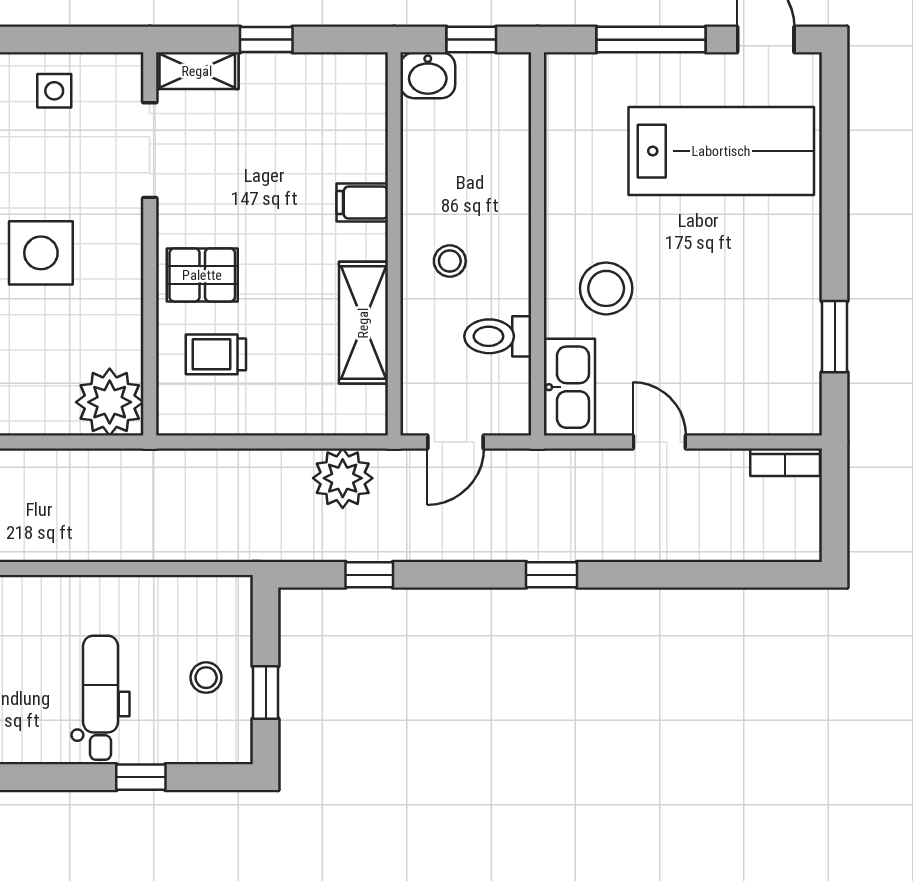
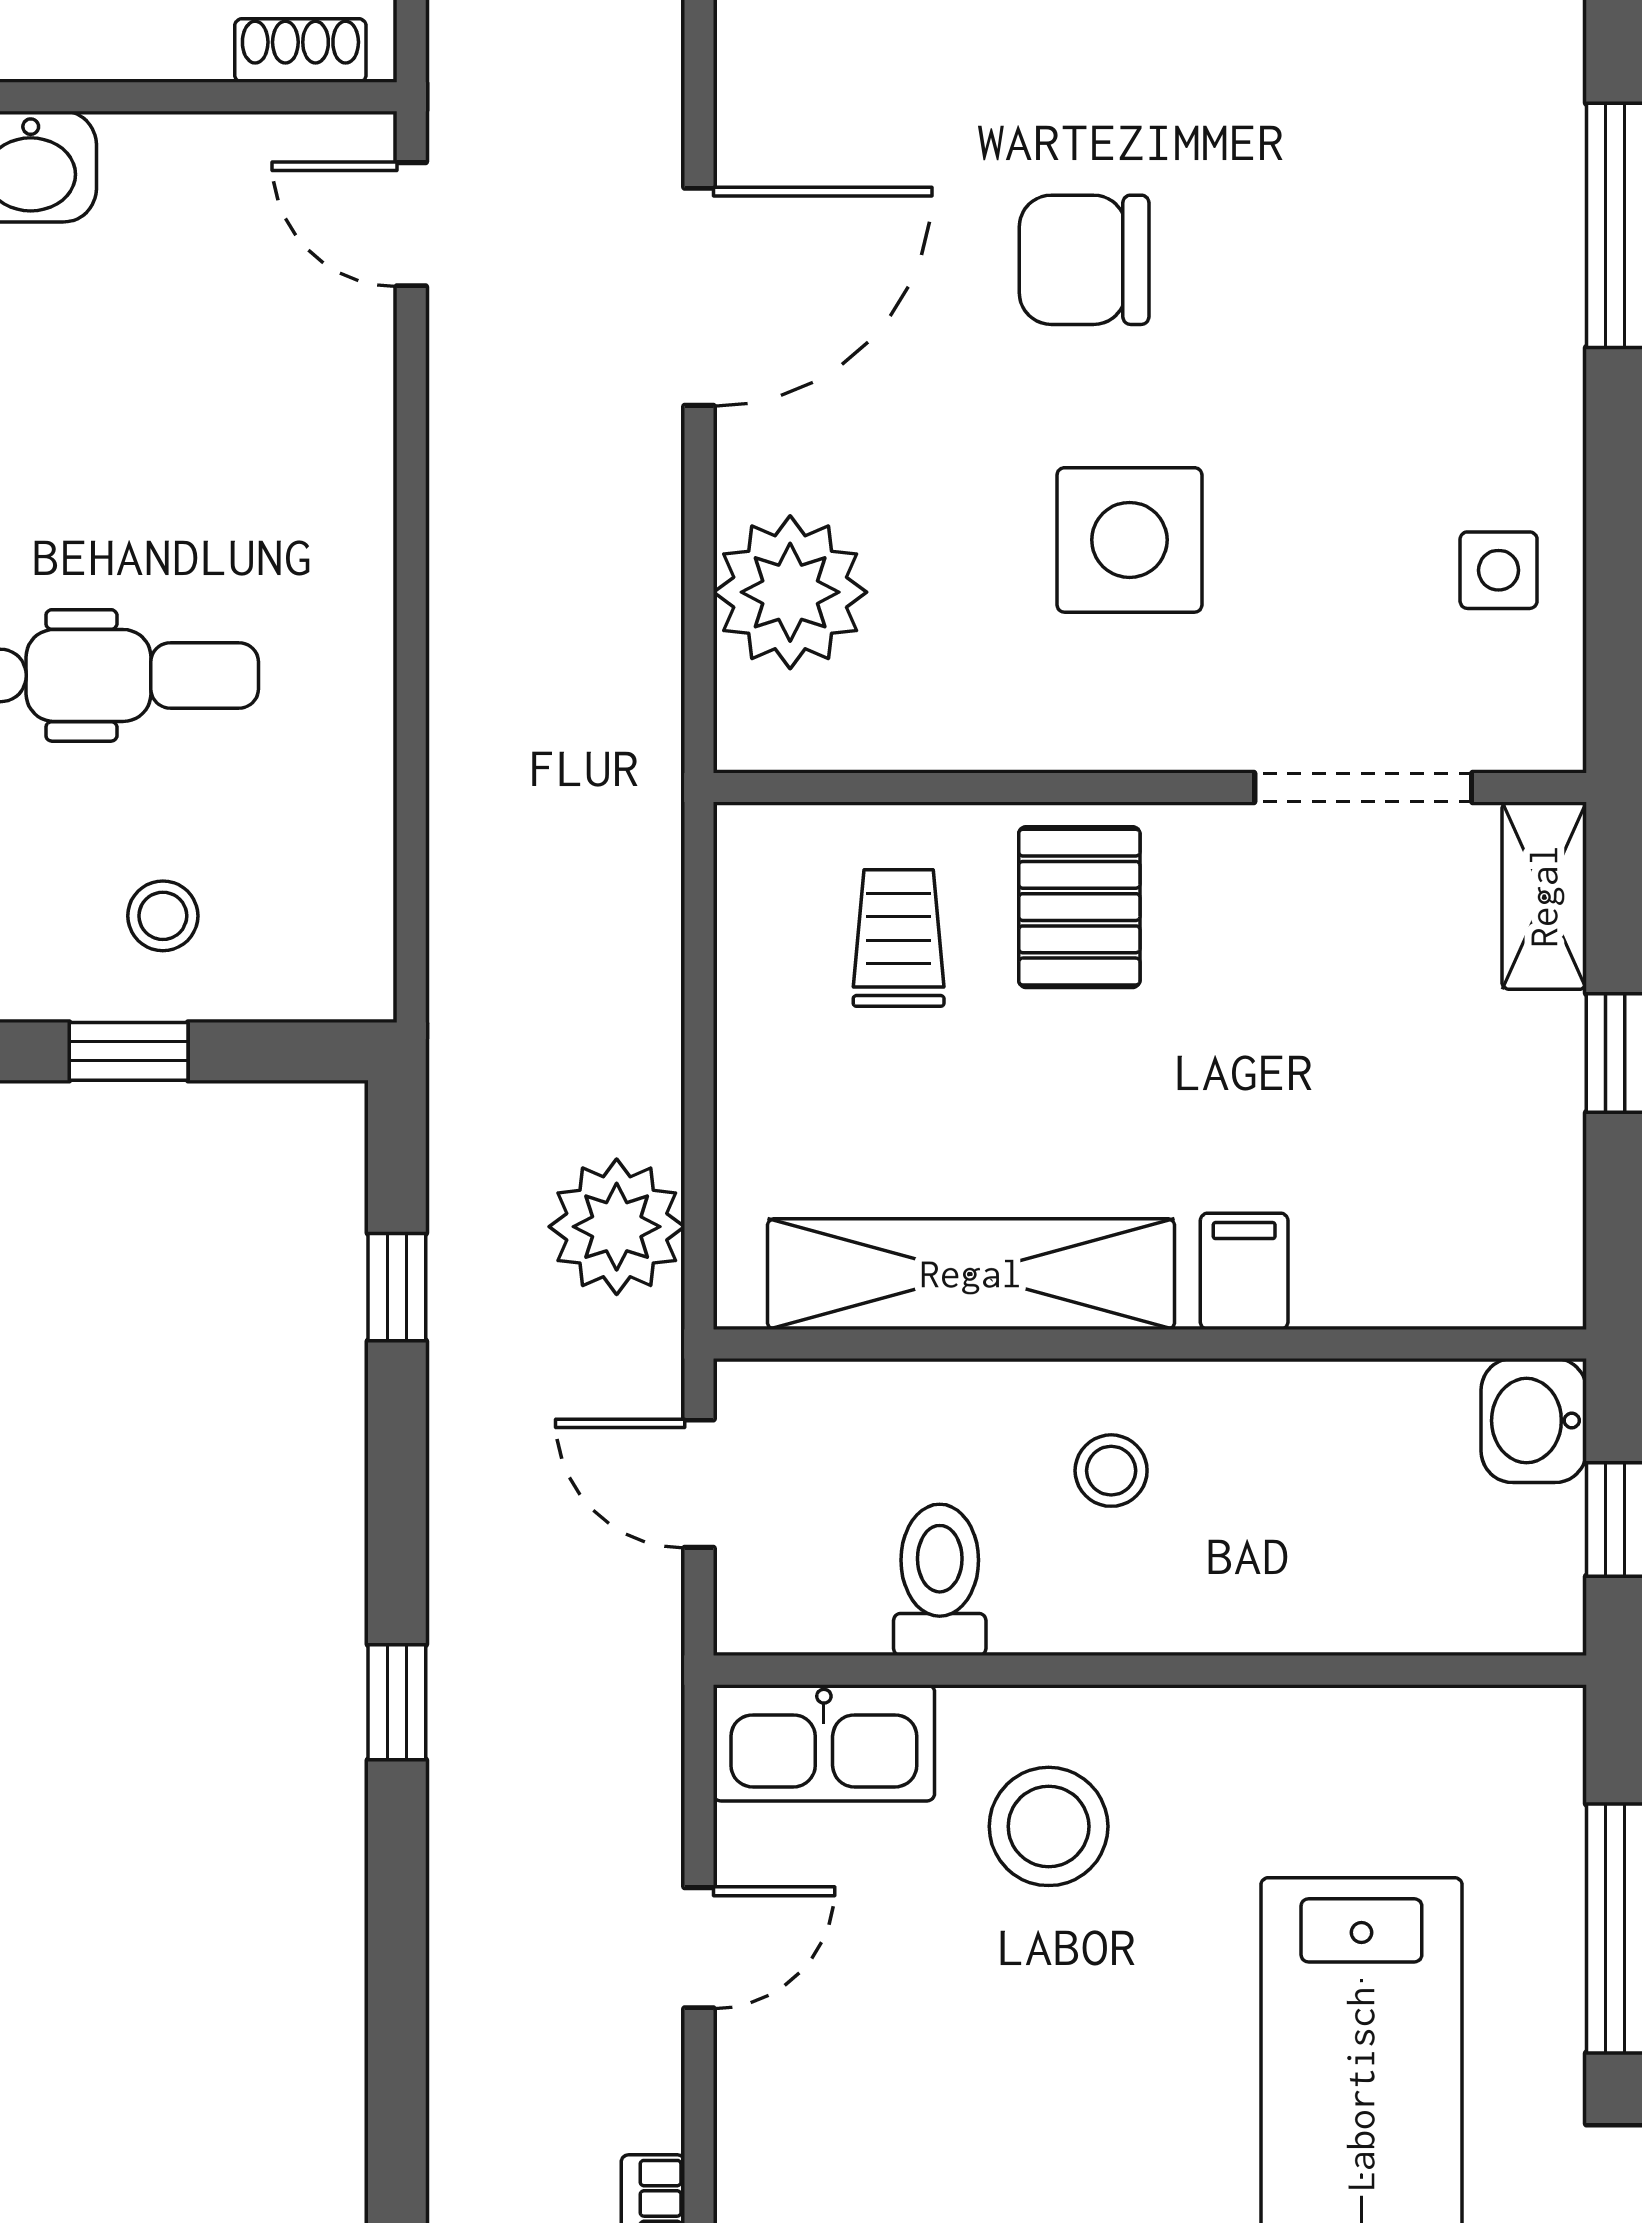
shelving: (363, 323) -> (971, 1274), width x1.47
plant: (110, 402) -> (790, 592), moved

